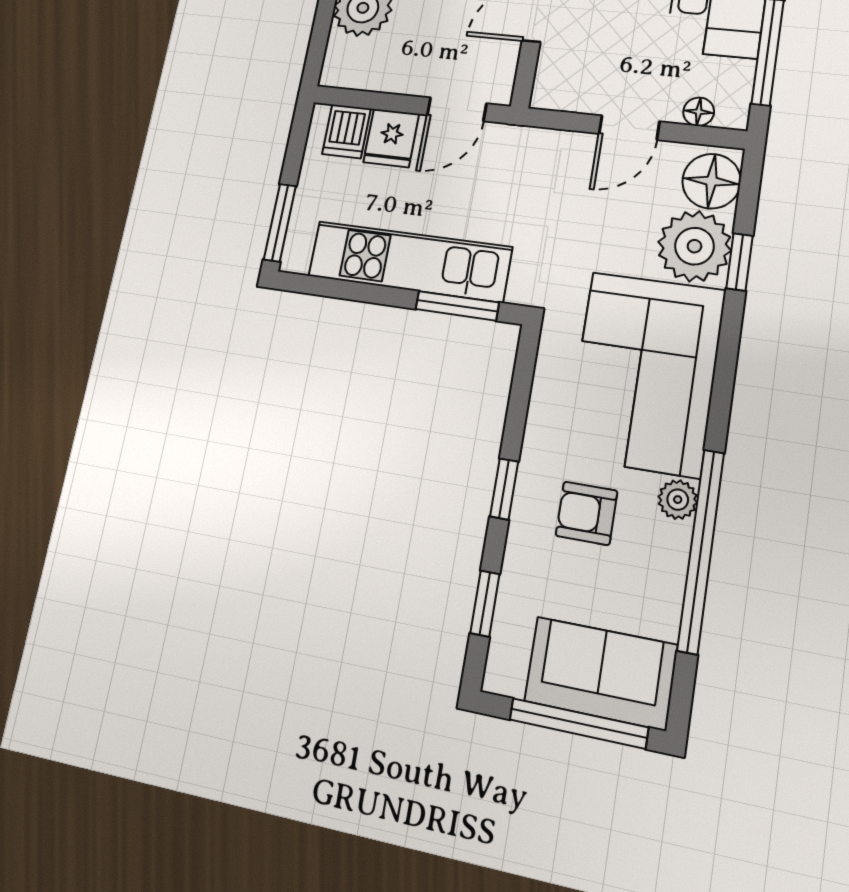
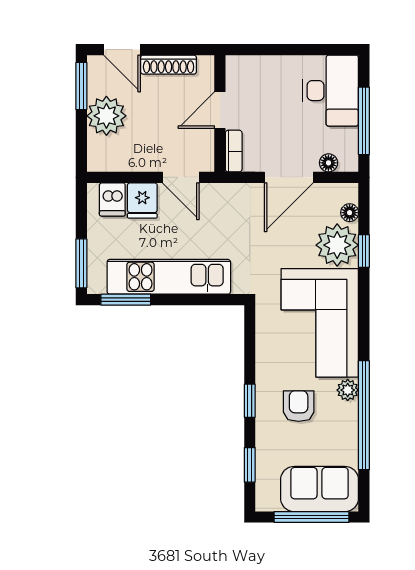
bookcase: (547, 78) -> (234, 151), added
door: (457, 109) -> (181, 177), hinge flipped
door: (629, 128) -> (289, 177), width x1.38
floor lamp: (711, 181) -> (350, 213), width x0.53, depth x0.53
window: (457, 306) -> (126, 300), moved
armchair: (587, 513) -> (299, 406), turned 90

